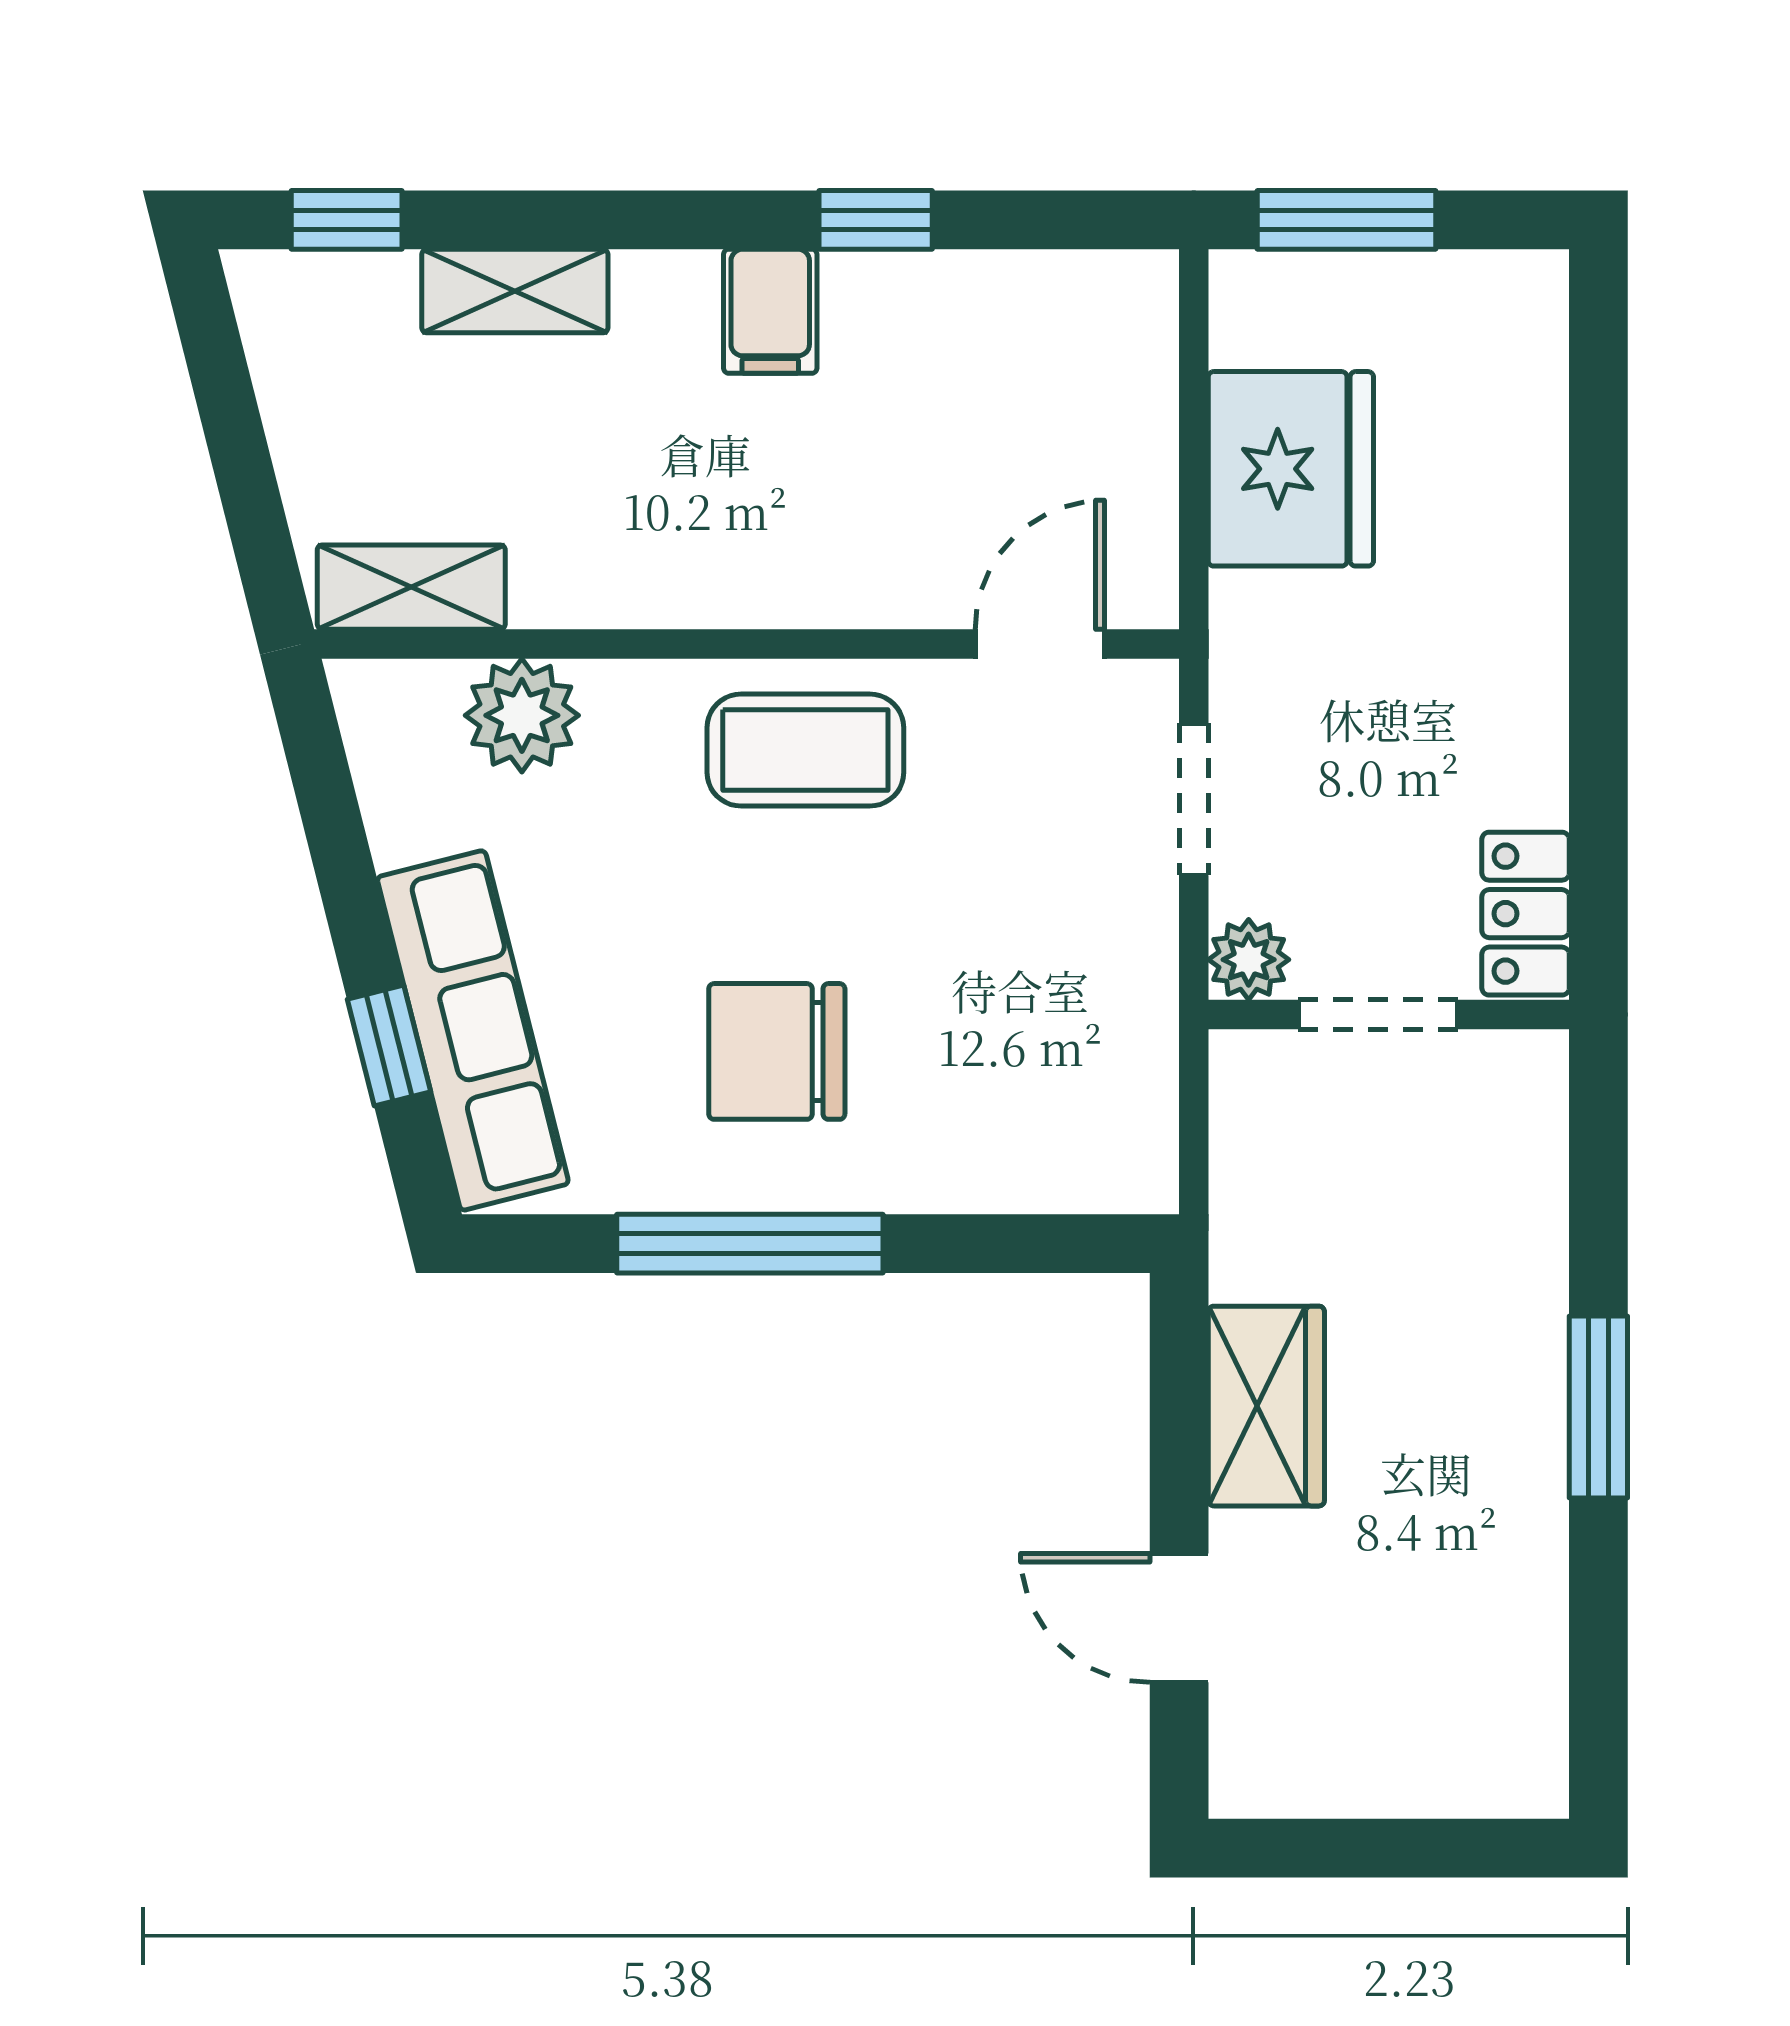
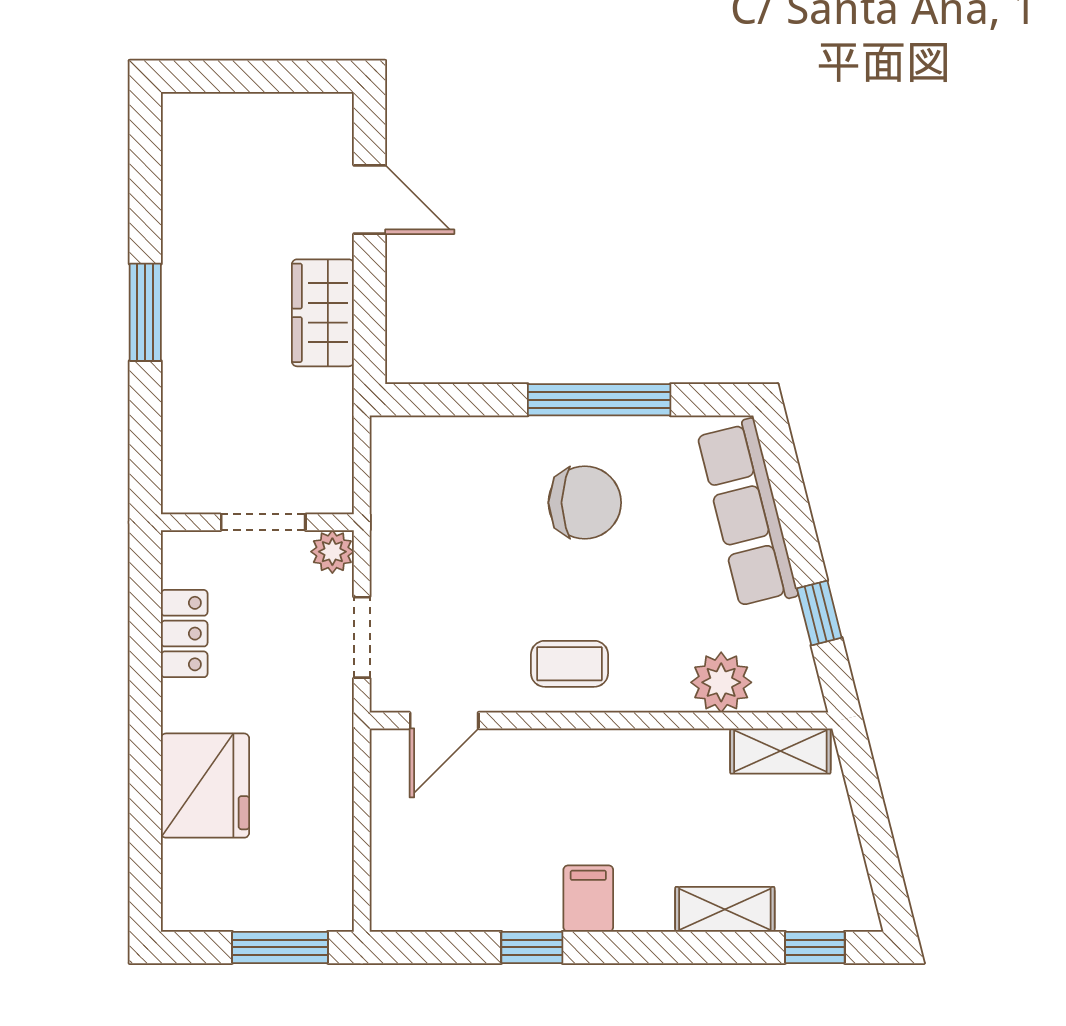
fridge: (1291, 469) -> (205, 786), moved, turned 180
coffee table: (805, 750) -> (570, 664), width x0.73, depth x0.77
locker: (1526, 914) -> (184, 634), moved
window: (389, 1046) -> (819, 613), moved

